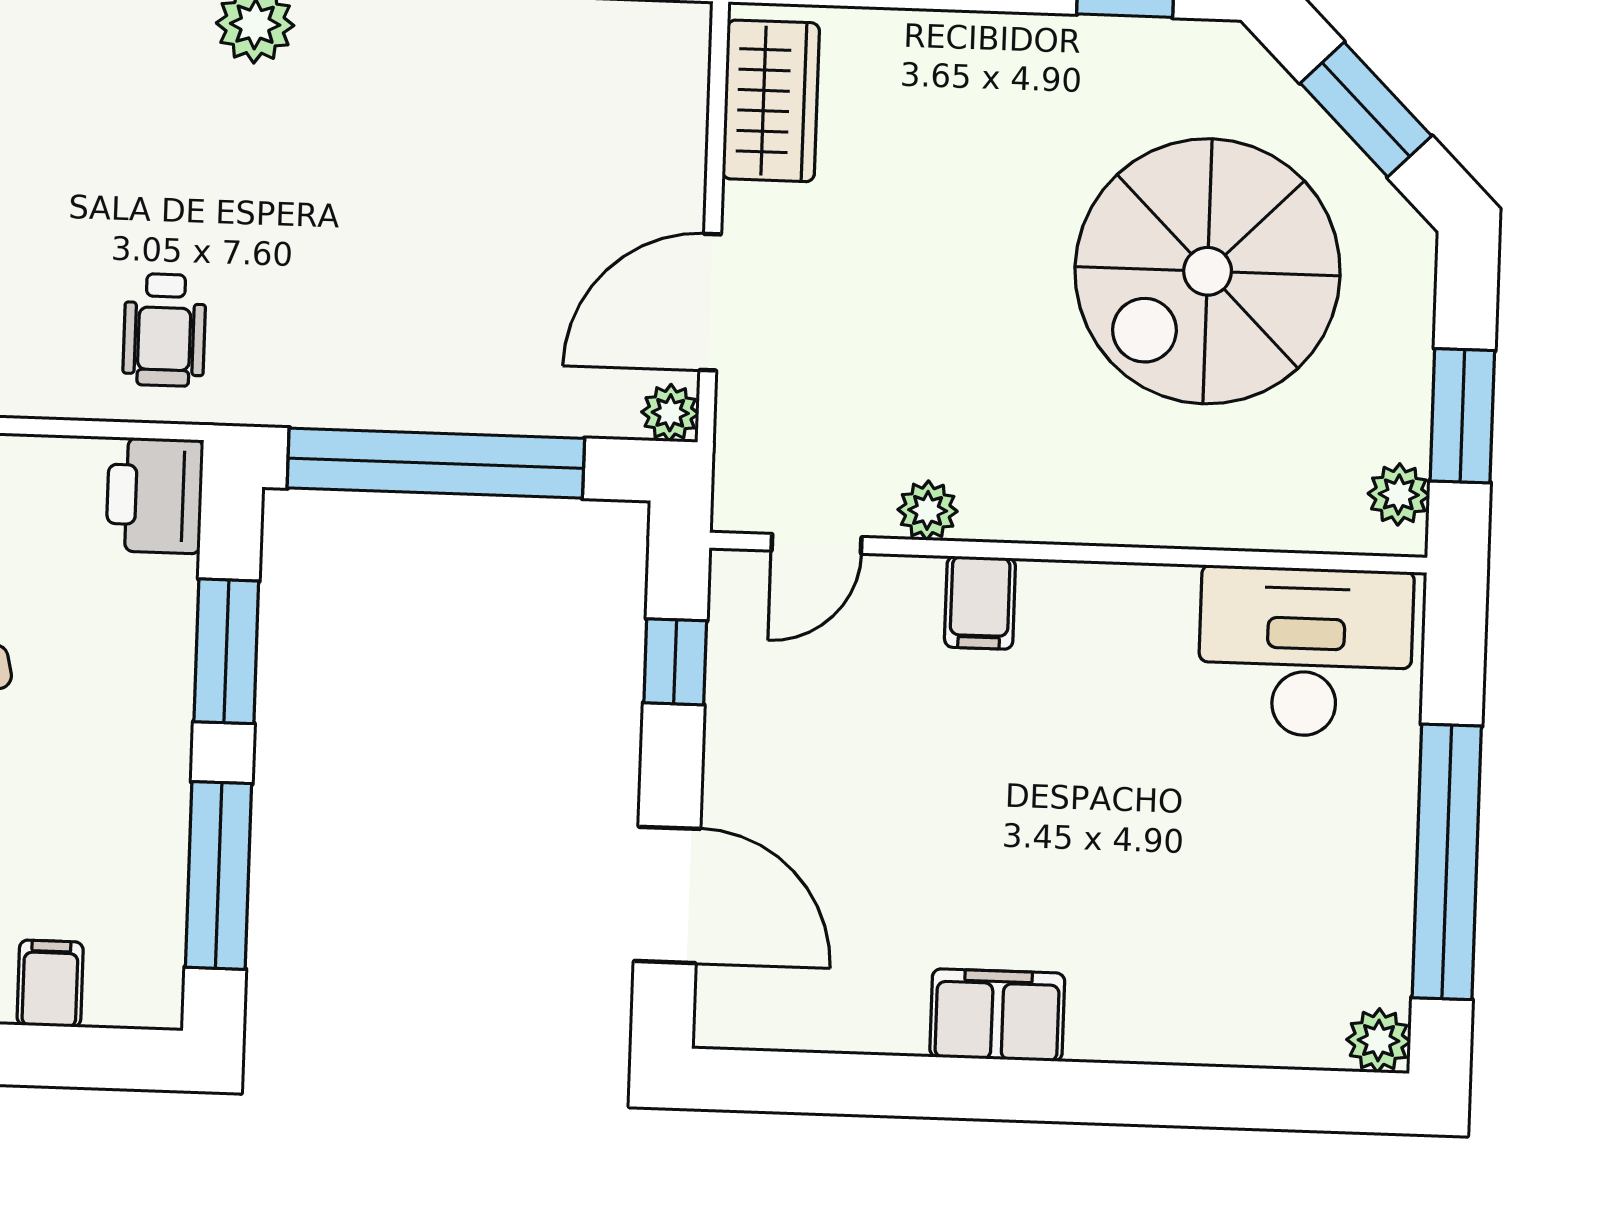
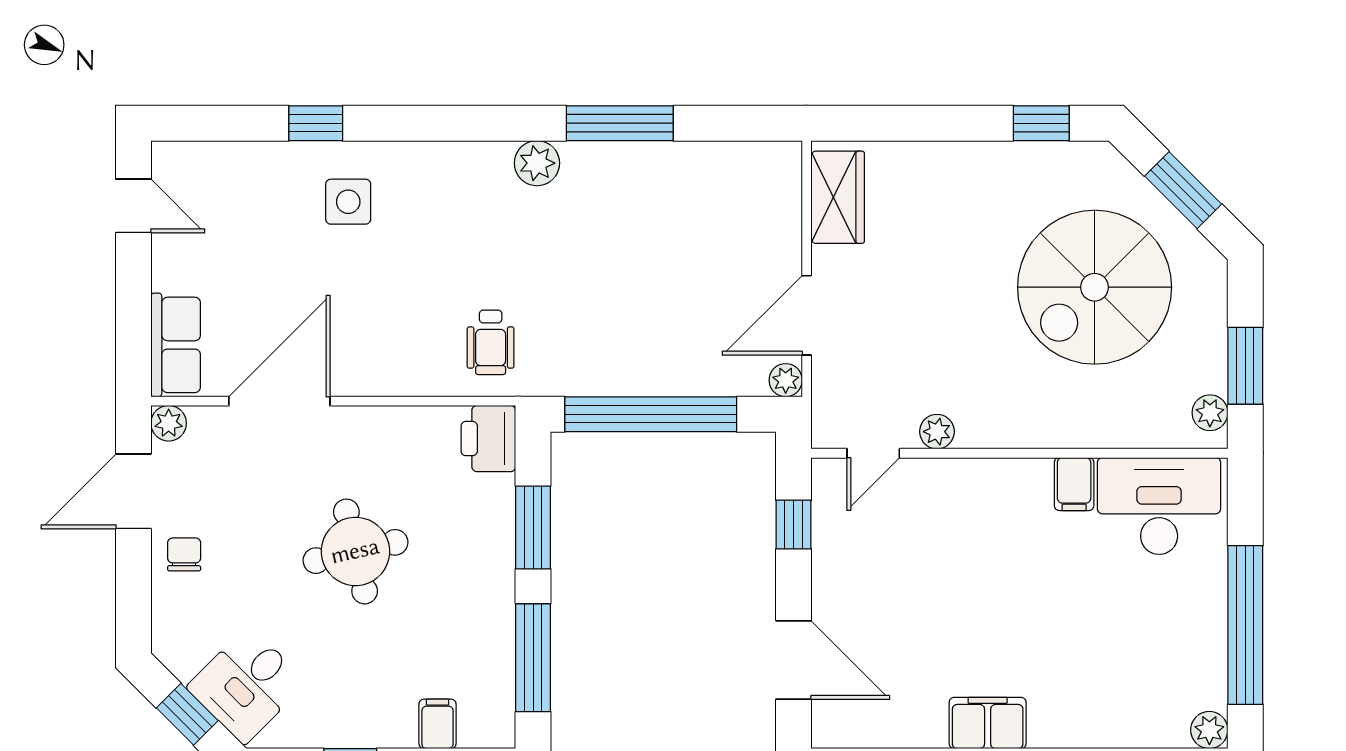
filing cabinet: (980, 603) -> (1074, 484), moved

